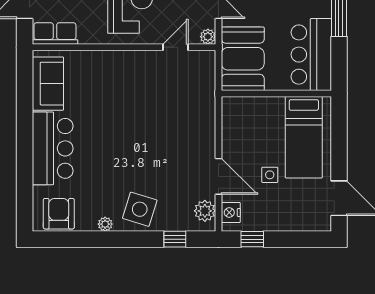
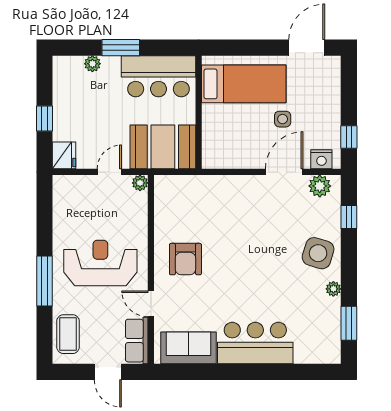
door: (176, 47) -> (151, 304), moved
armchair: (59, 214) -> (185, 259), moved, turned -90
window: (72, 239) -> (349, 323), added

